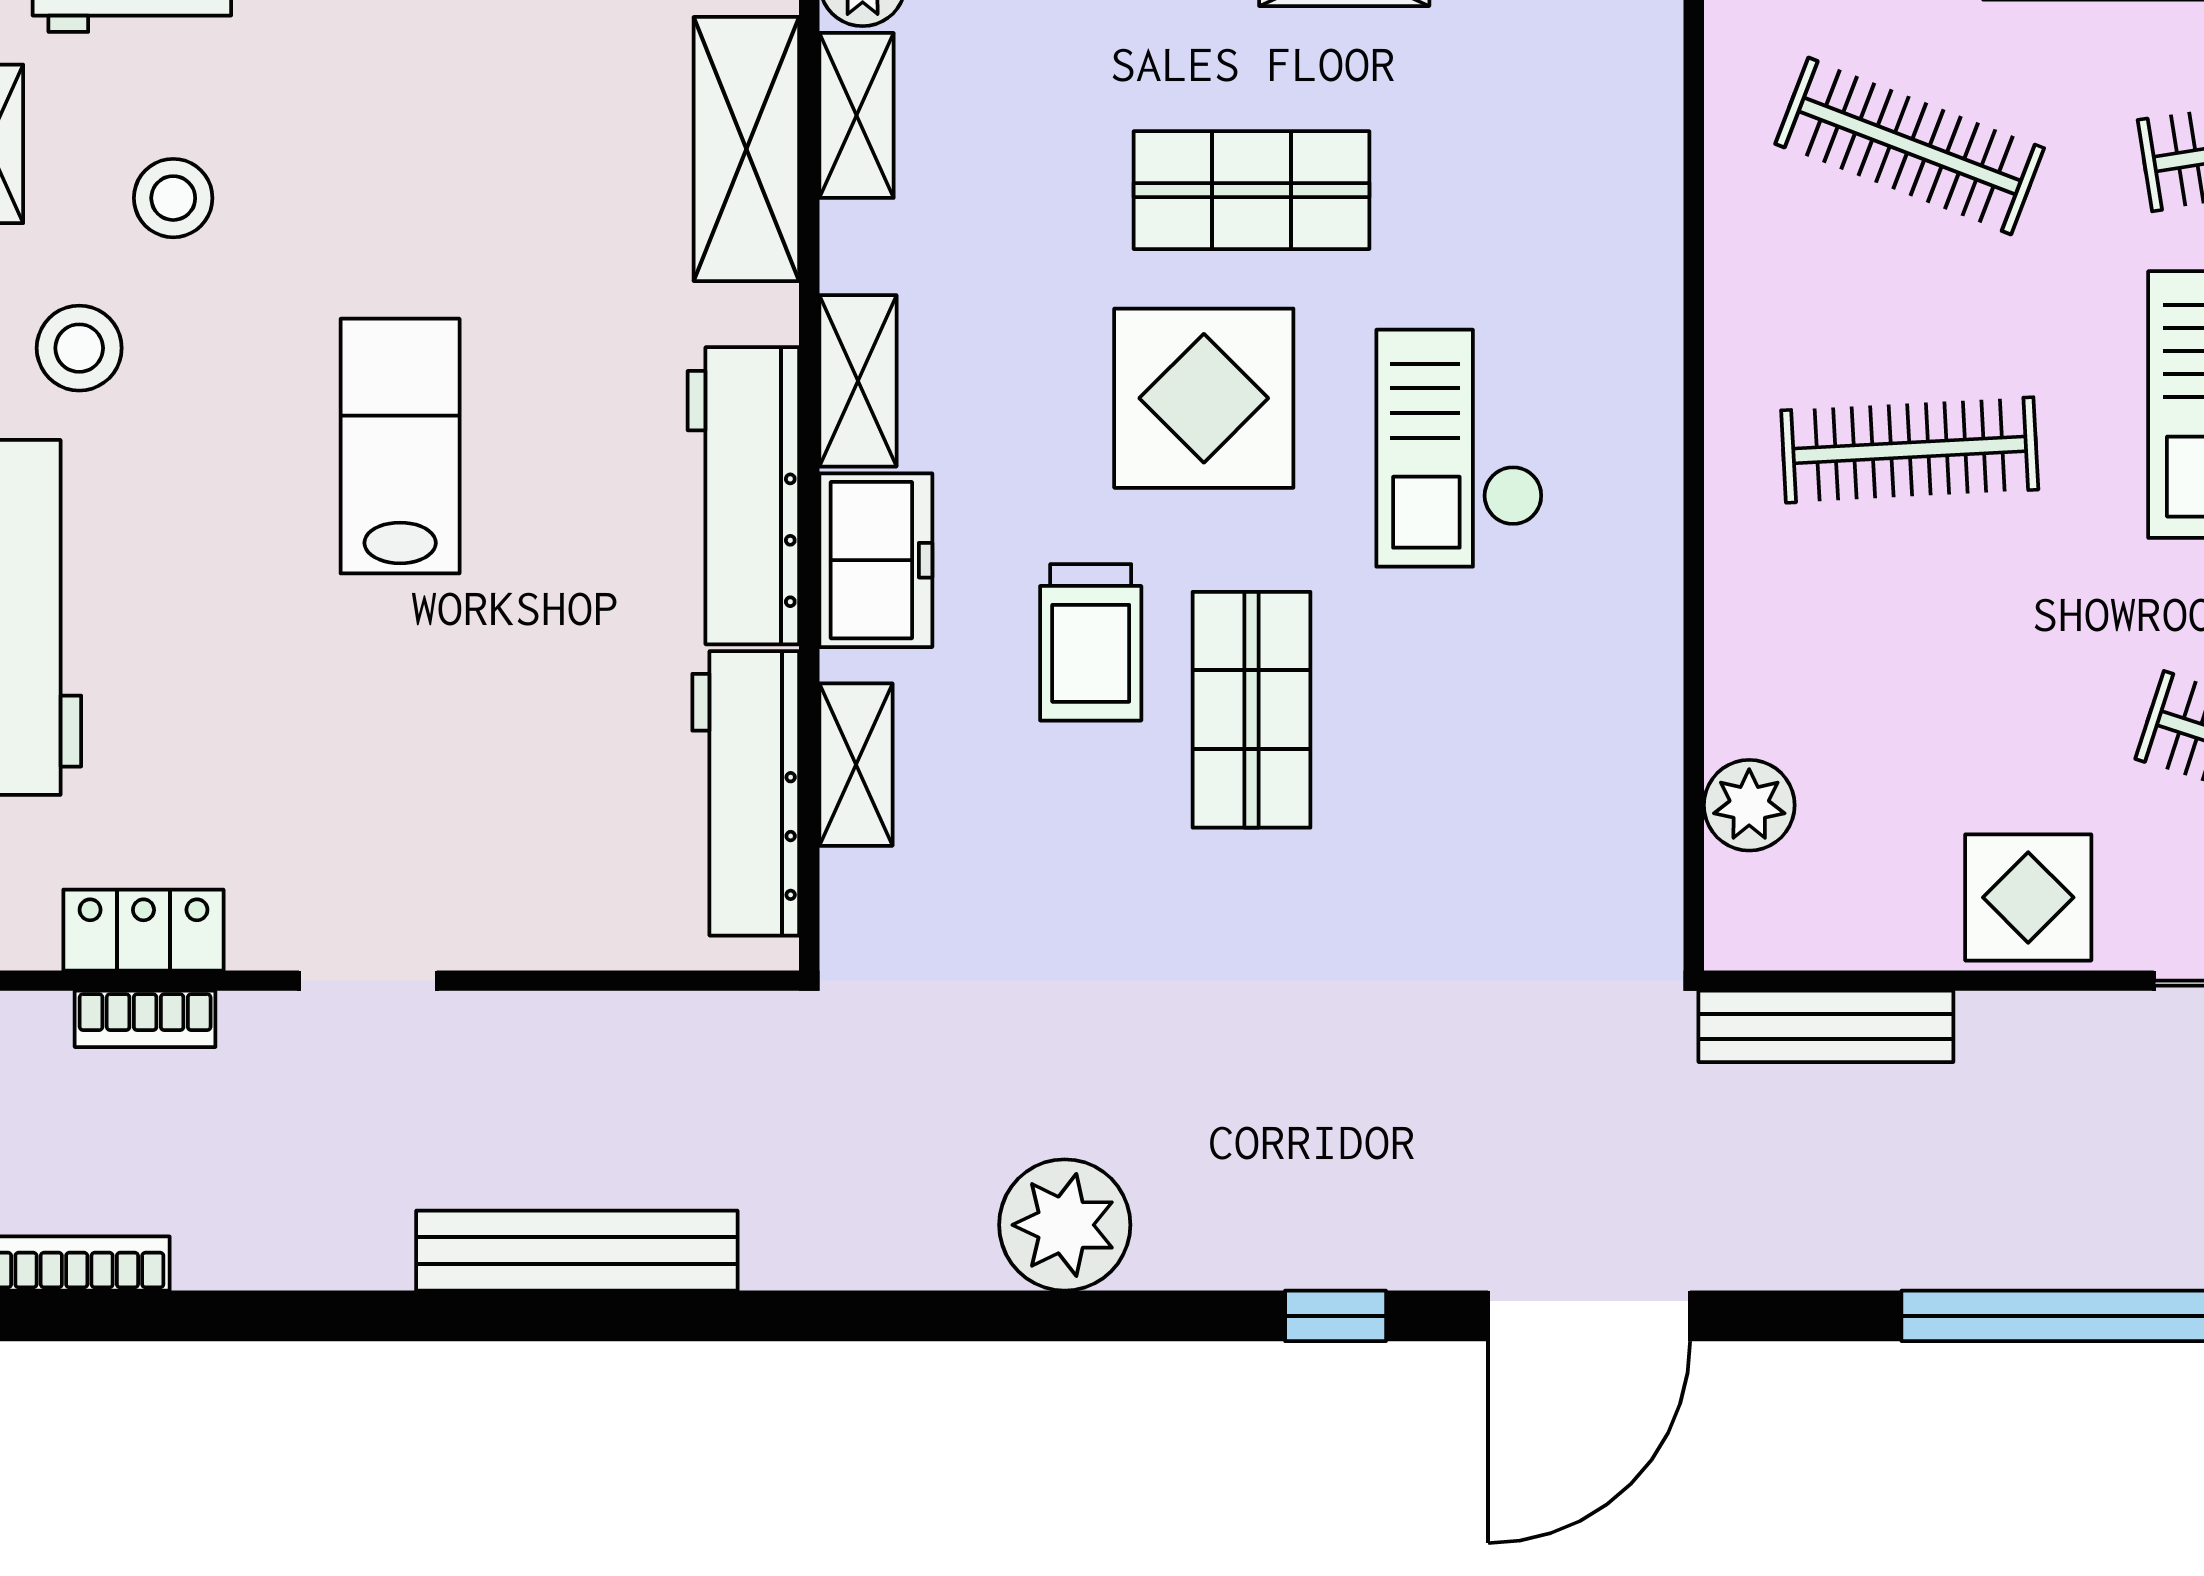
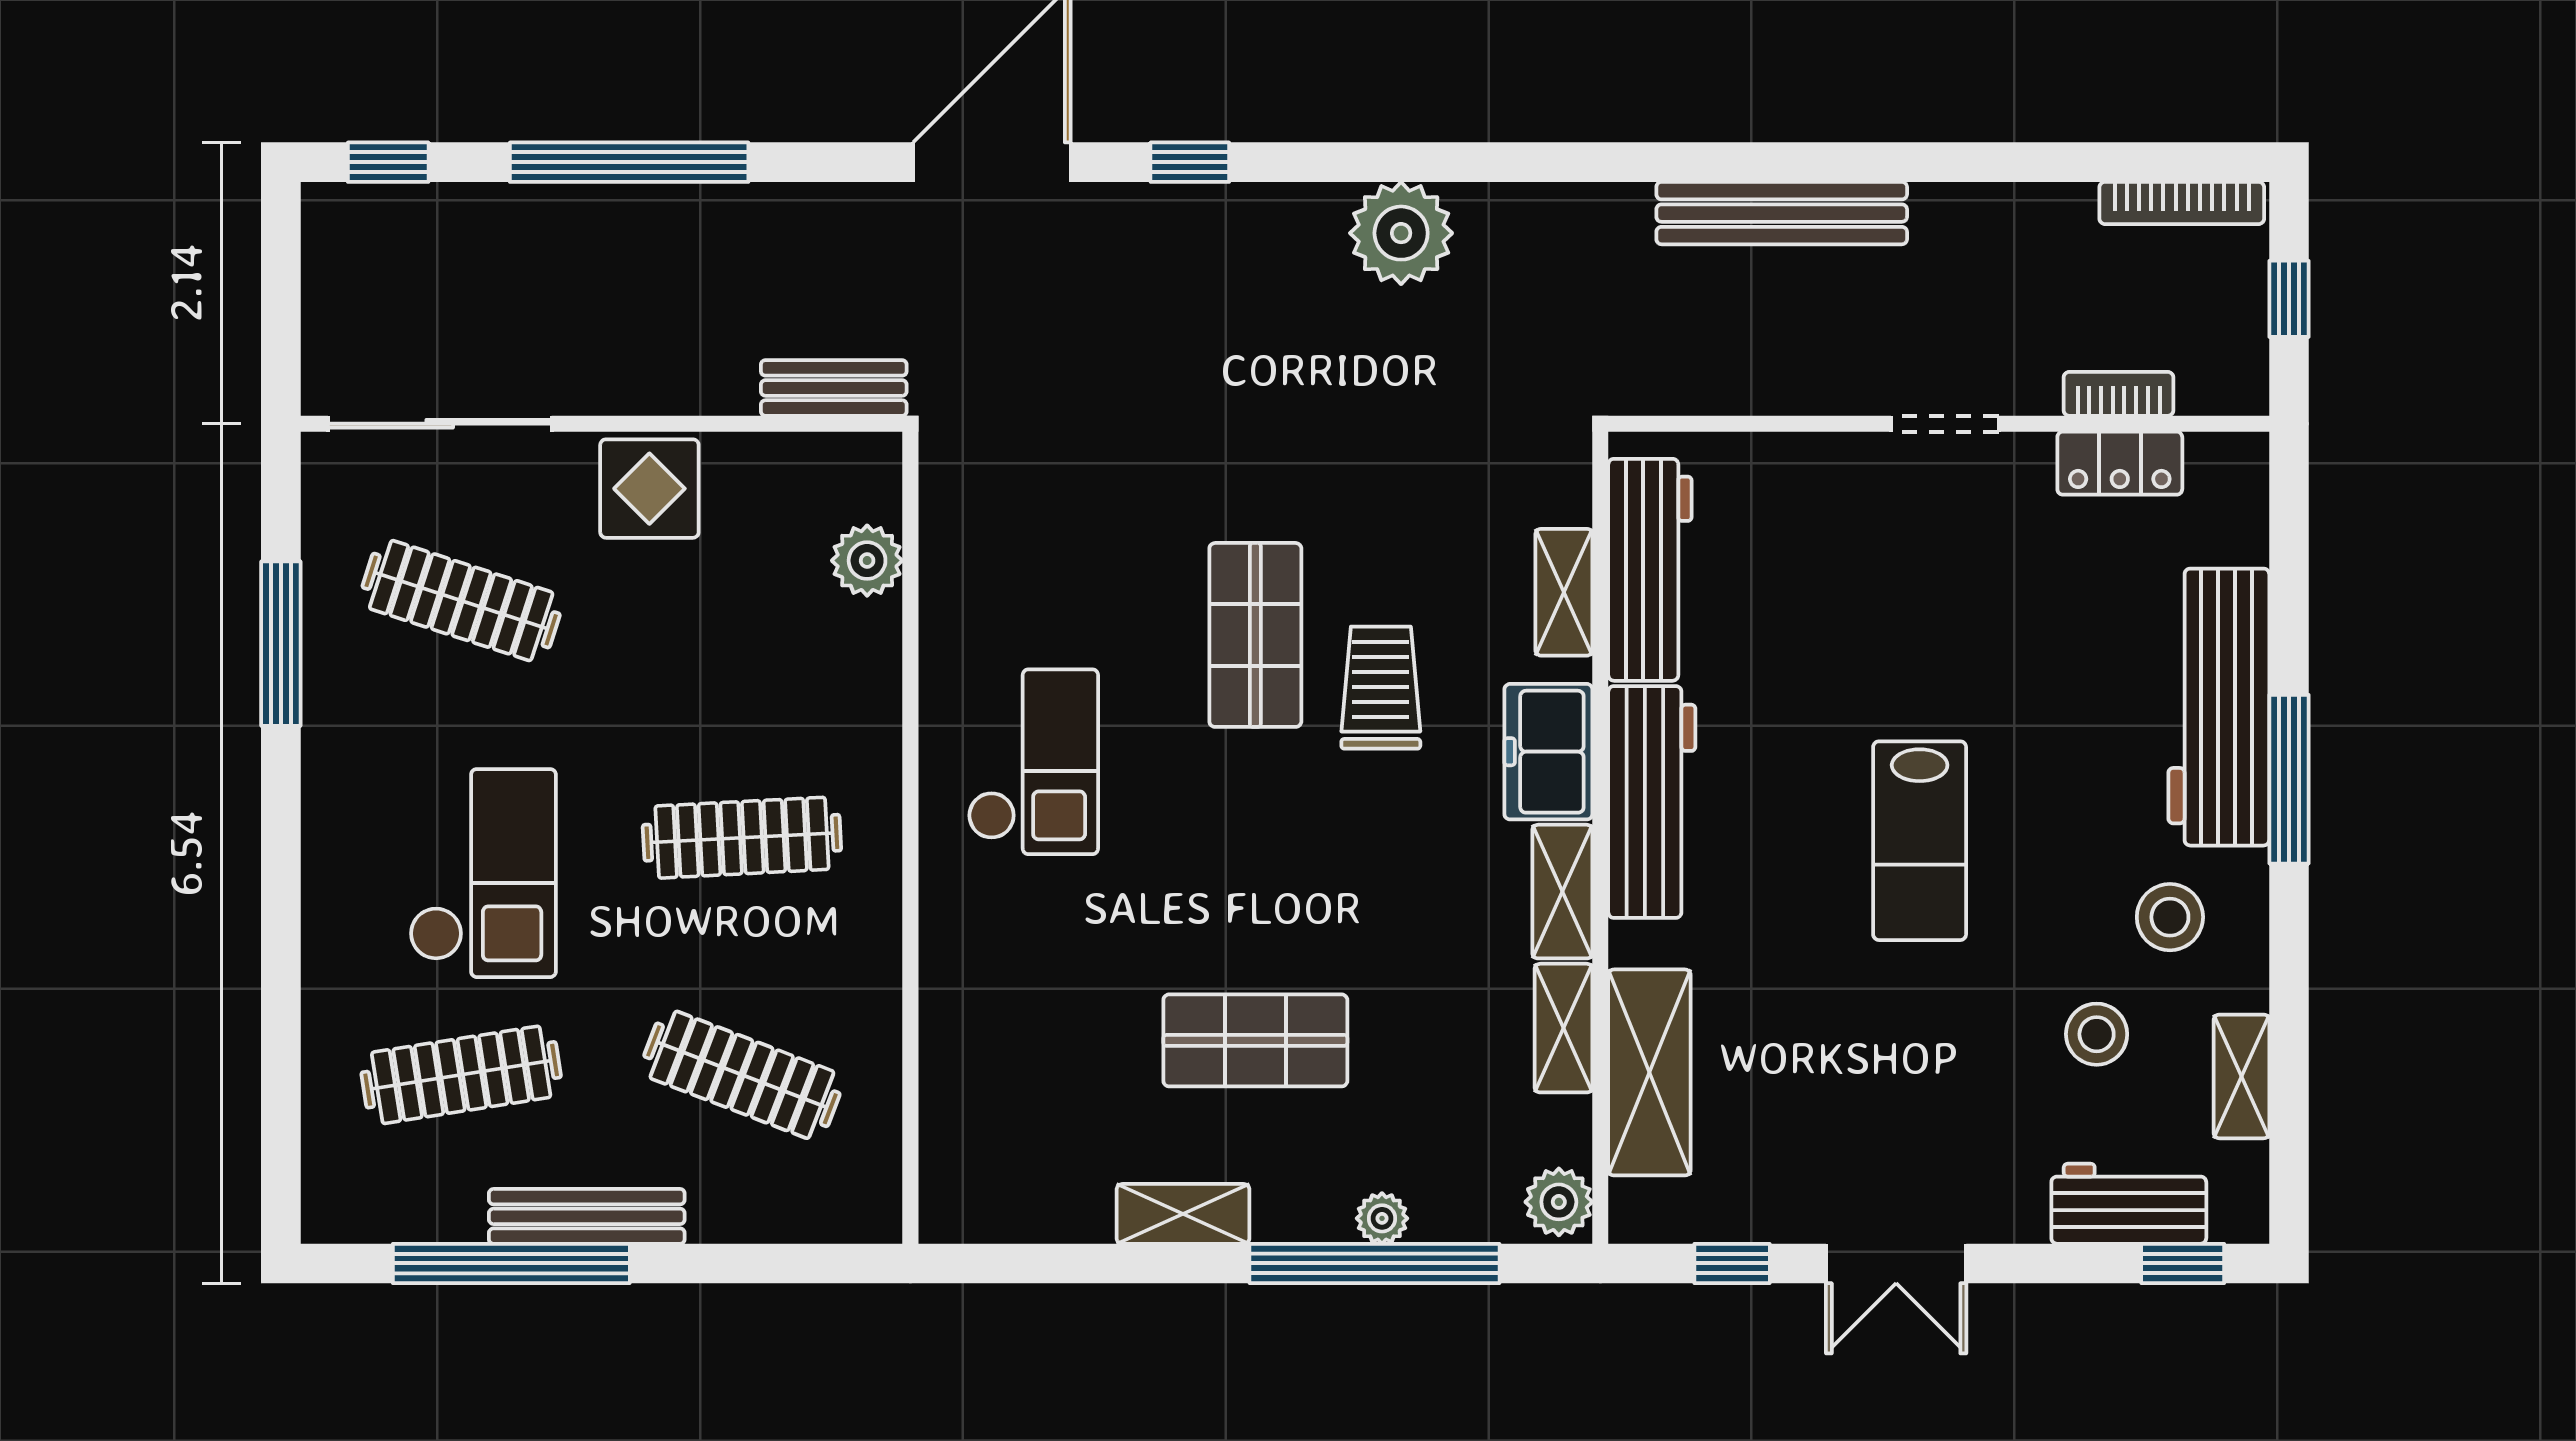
shelving: (857, 115) -> (1563, 1028), moved
display table: (1204, 398) -> (1293, 878), removed
checkout: (1460, 448) -> (1033, 762), moved
bench: (1826, 1026) -> (834, 388), width x0.73

